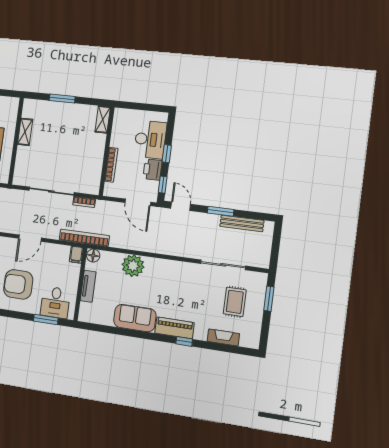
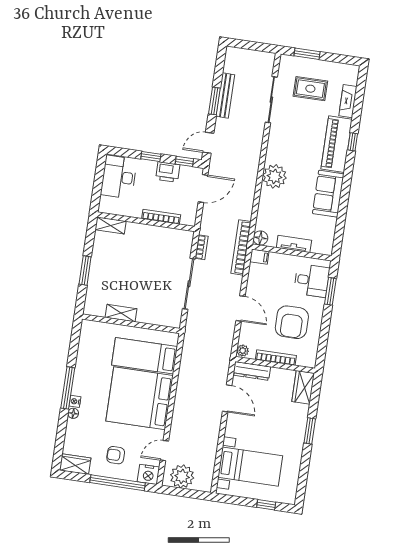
desk: (150, 139) -> (119, 177), moved, turned -90
bench: (242, 223) -> (225, 95), moved
plant: (133, 266) -> (274, 176), moved
piano: (175, 328) -> (336, 144), width x1.37, depth x1.33

